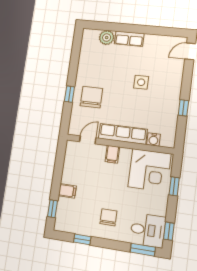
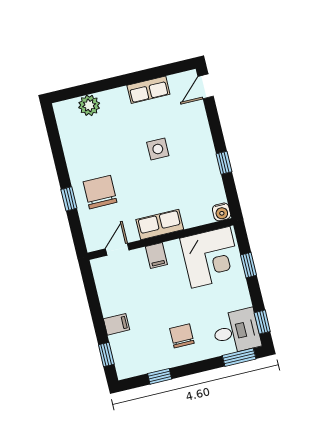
row of seats: (129, 39) -> (148, 90), moved
row of seats: (123, 134) -> (160, 225), width x0.68
water cooler: (154, 139) -> (222, 212), moved

